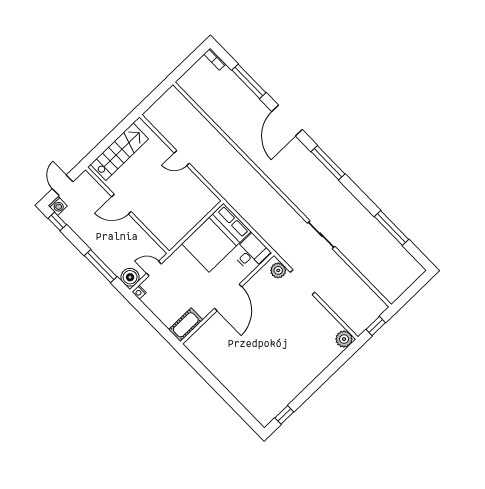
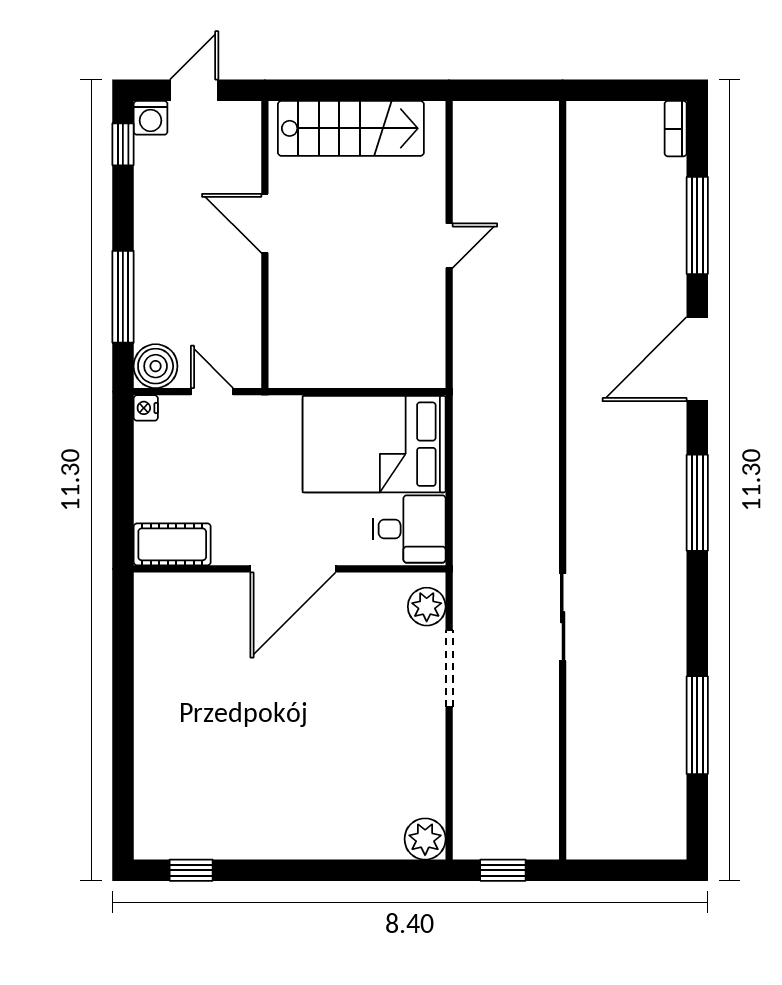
door: (182, 158) -> (449, 246), swing flipped

